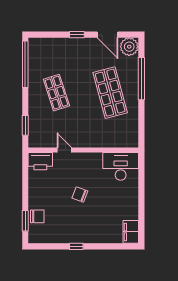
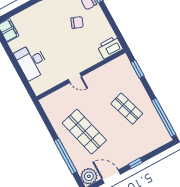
door: (64, 150) -> (75, 78), moved
desk: (121, 166) -> (32, 62), moved, turned 90
chair: (80, 195) -> (77, 23), moved

